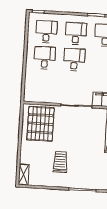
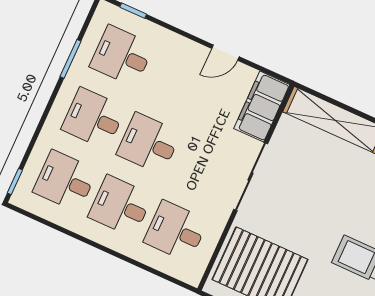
desk: (43, 84) -> (176, 231), added

